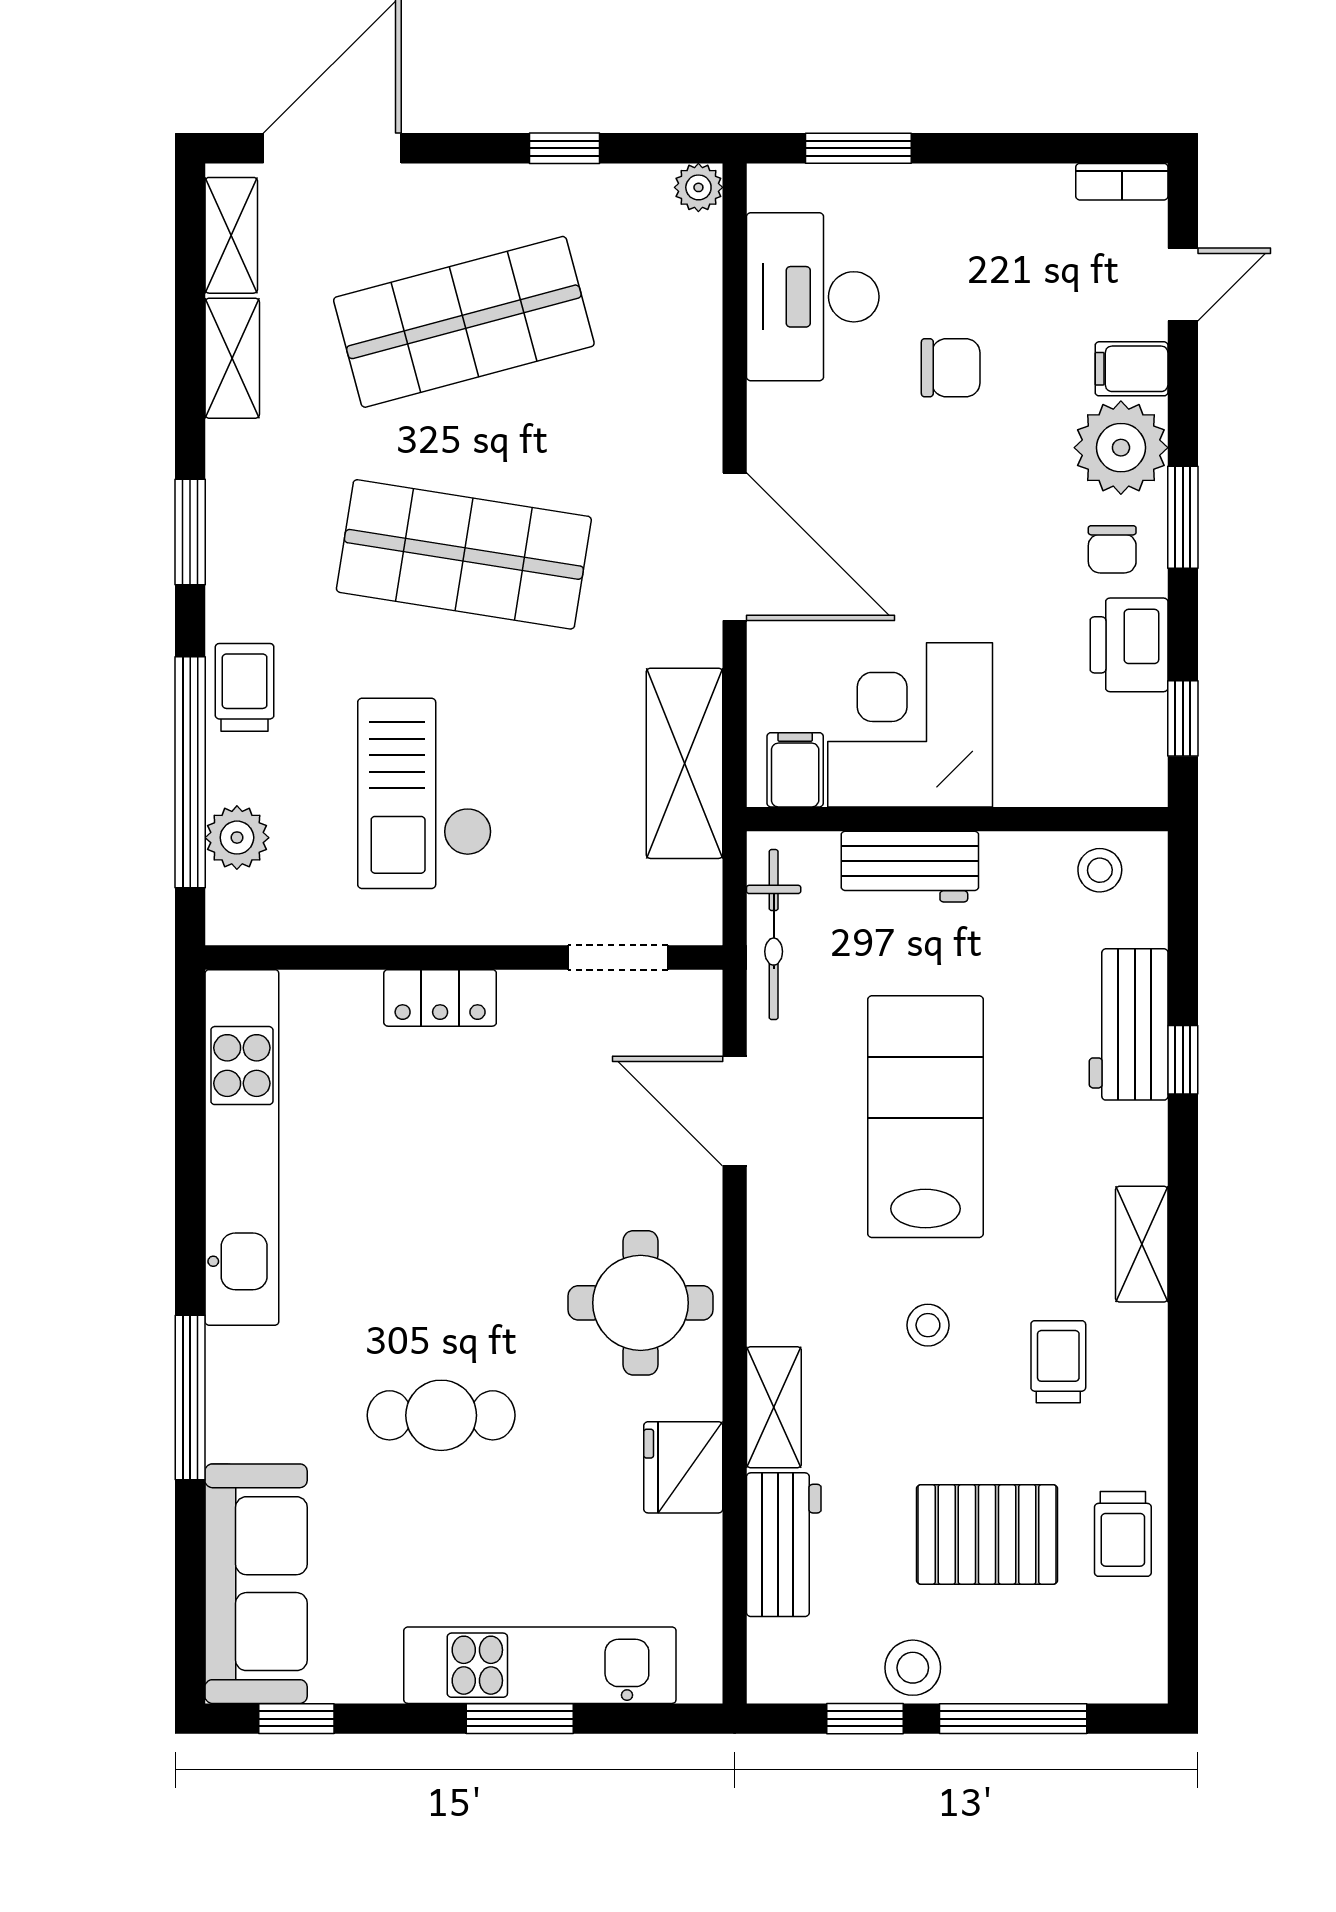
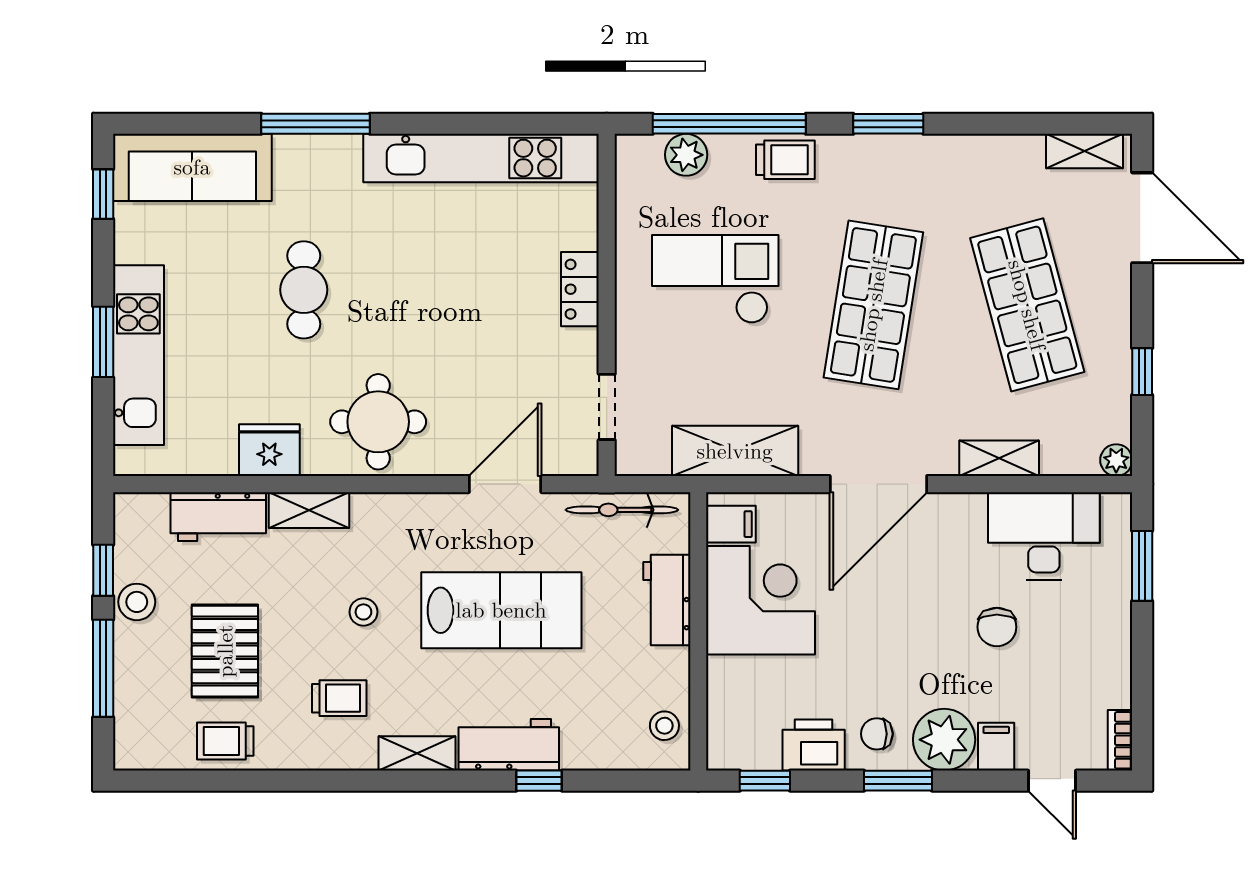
shelving: (232, 358) -> (999, 458), moved
workbench: (1129, 1024) -> (509, 745), moved

